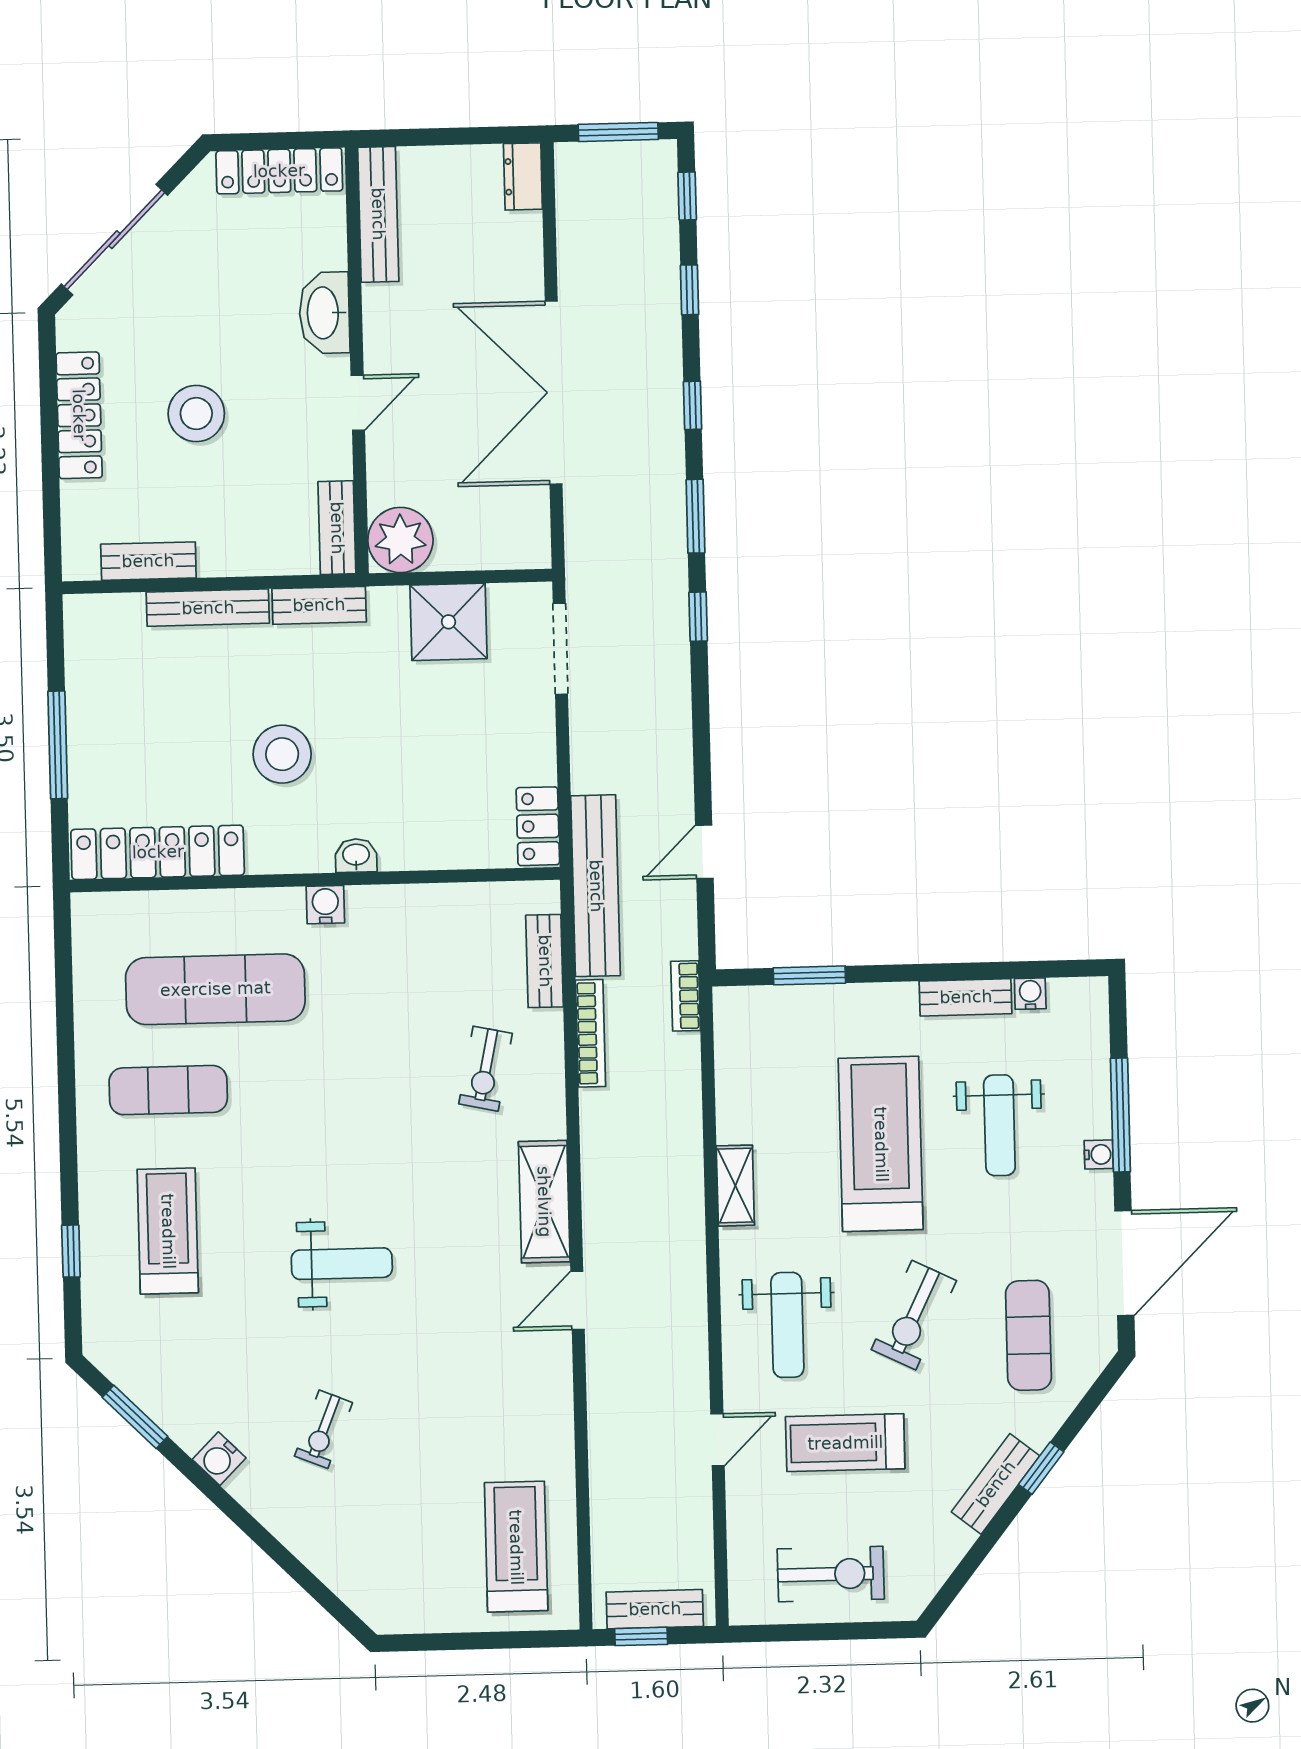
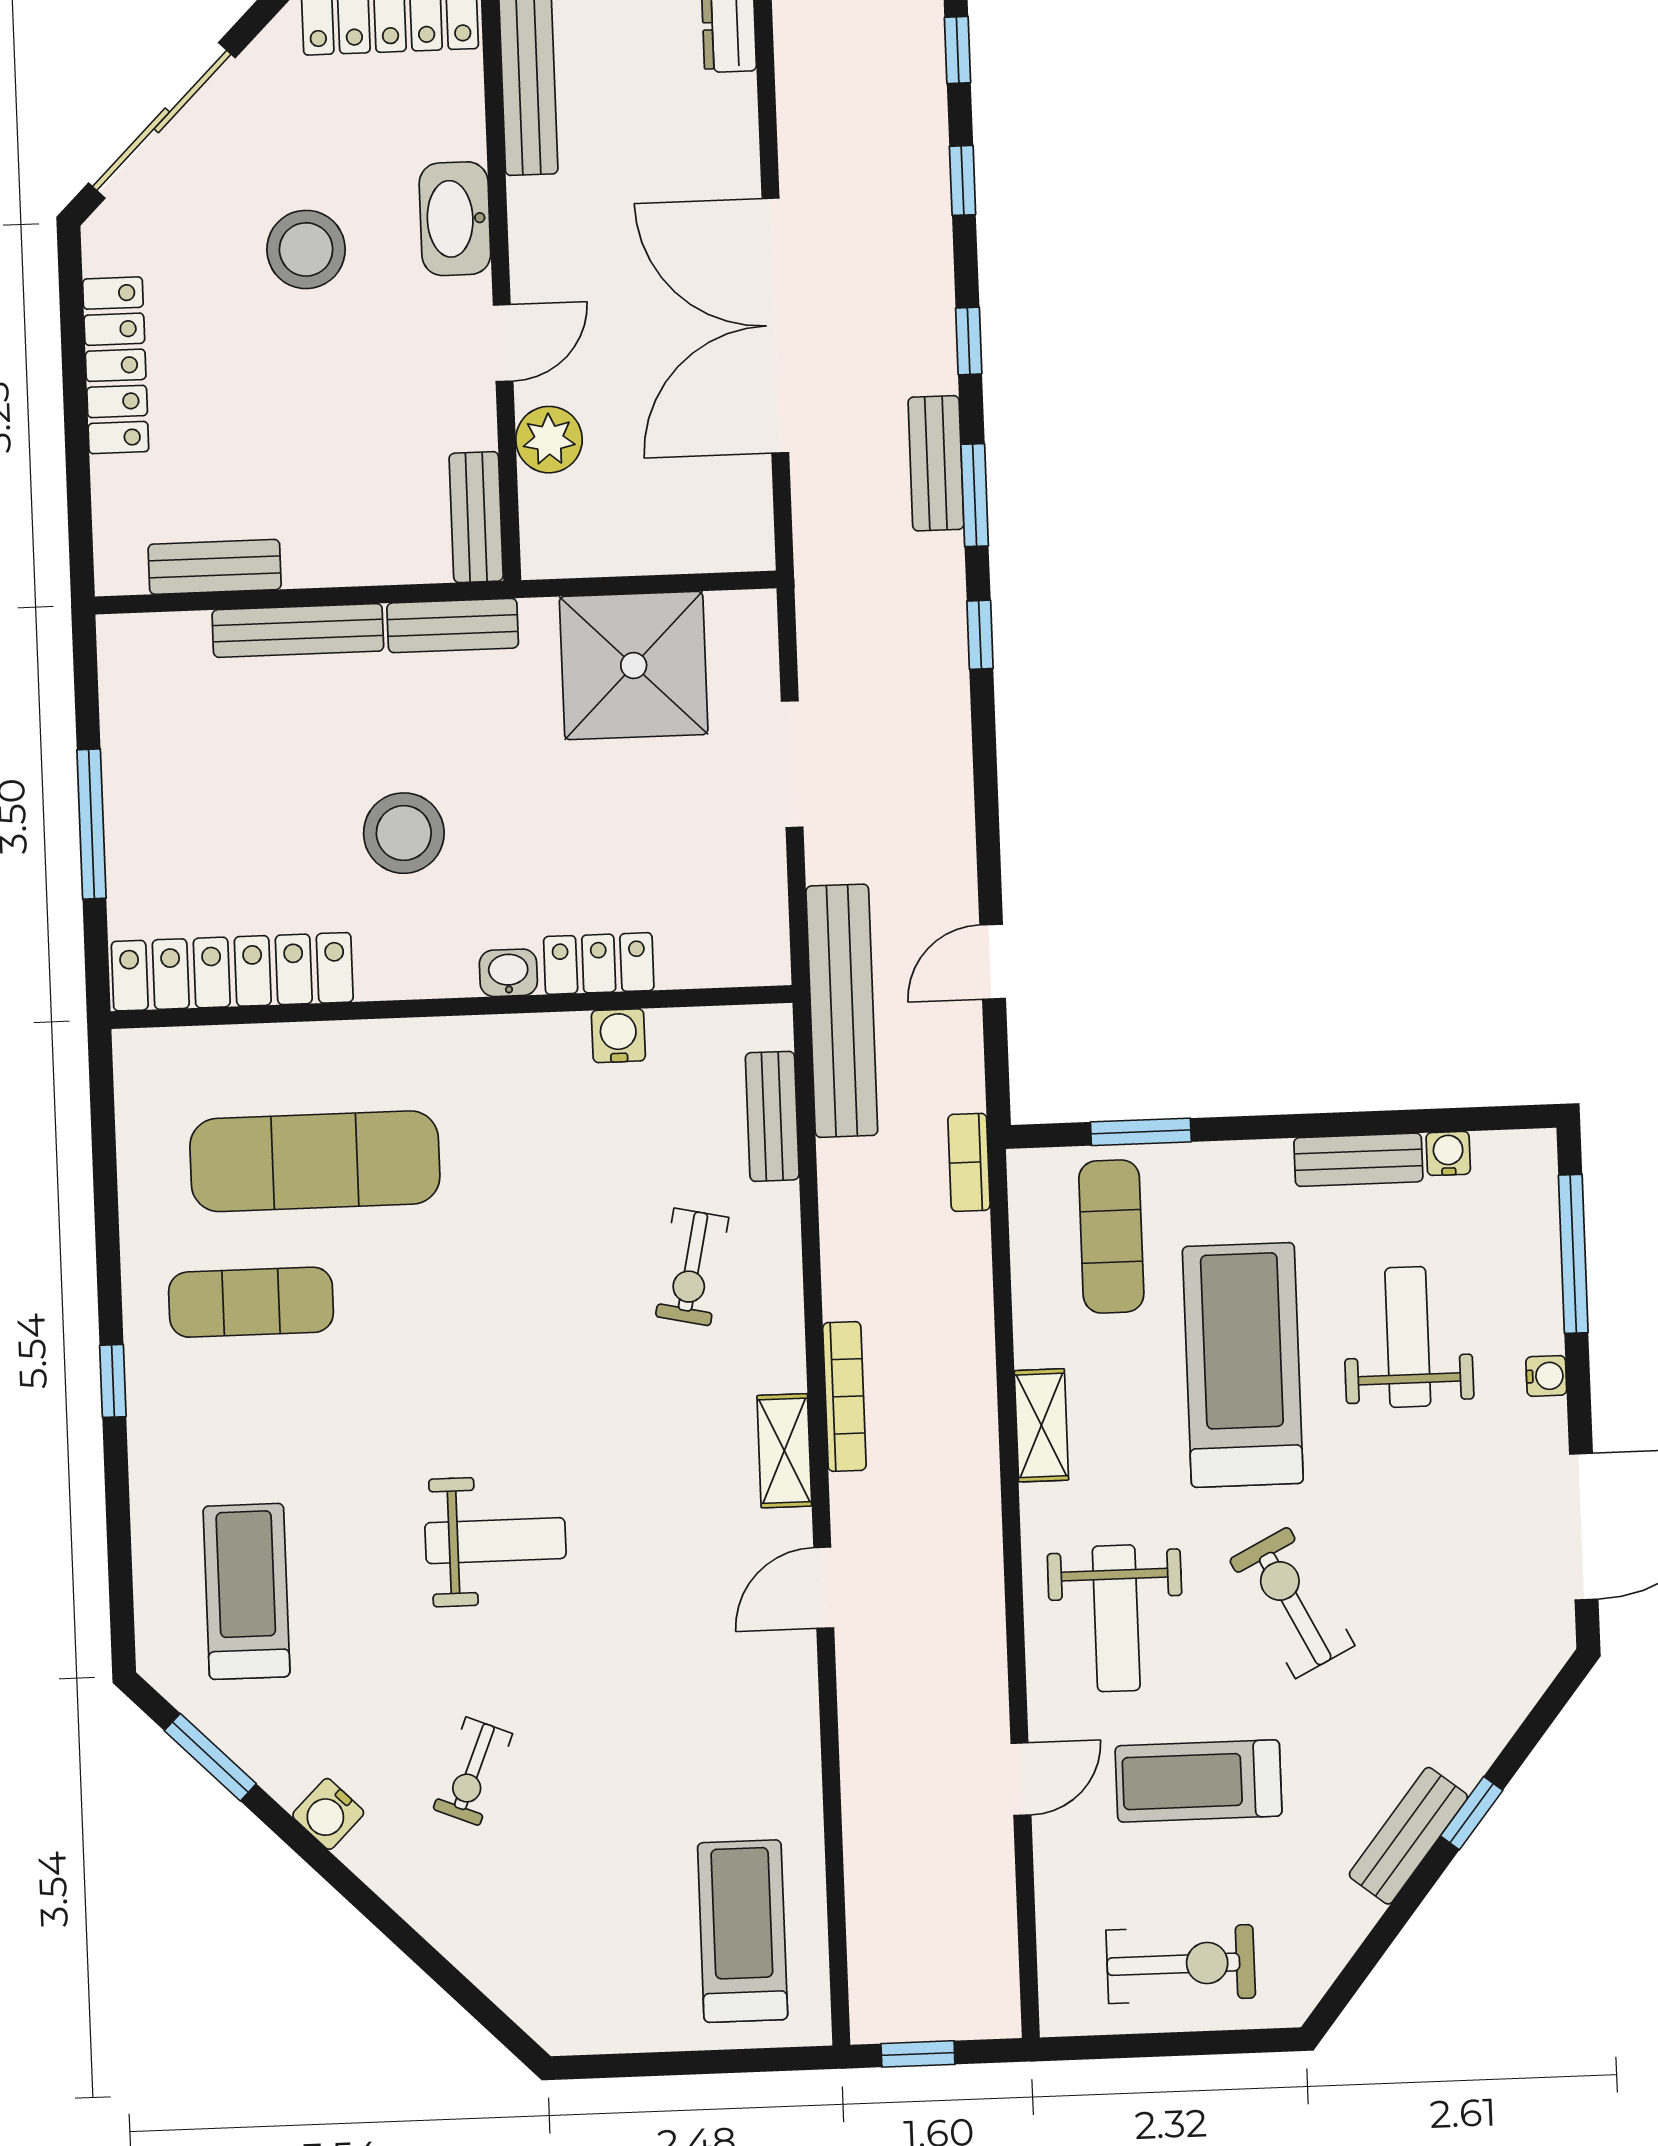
stool: (196, 414) -> (306, 249), moved
plant: (400, 540) -> (549, 440), moved, width x0.73, depth x0.73
shower: (448, 622) -> (634, 665), width x1.37, depth x1.37
doorway: (560, 649) -> (792, 764), moved
locker: (538, 826) -> (599, 964), moved, turned 90
water cooler: (325, 905) -> (618, 1036), moved
bookcase: (591, 1033) -> (844, 1397), moved
window: (1120, 1115) -> (1573, 1254), moved
weight bench: (999, 1125) -> (1408, 1337), turned 180
shelving: (544, 1202) -> (784, 1451), width x0.67, depth x0.75
treadmill: (168, 1231) -> (247, 1591), moved
window: (71, 1251) -> (113, 1381), moved
exercise bike: (914, 1315) -> (1292, 1603), turned 127
exercise mat: (1028, 1335) -> (1111, 1236), moved
bench: (655, 1609) -> (936, 463), moved, turned 90

